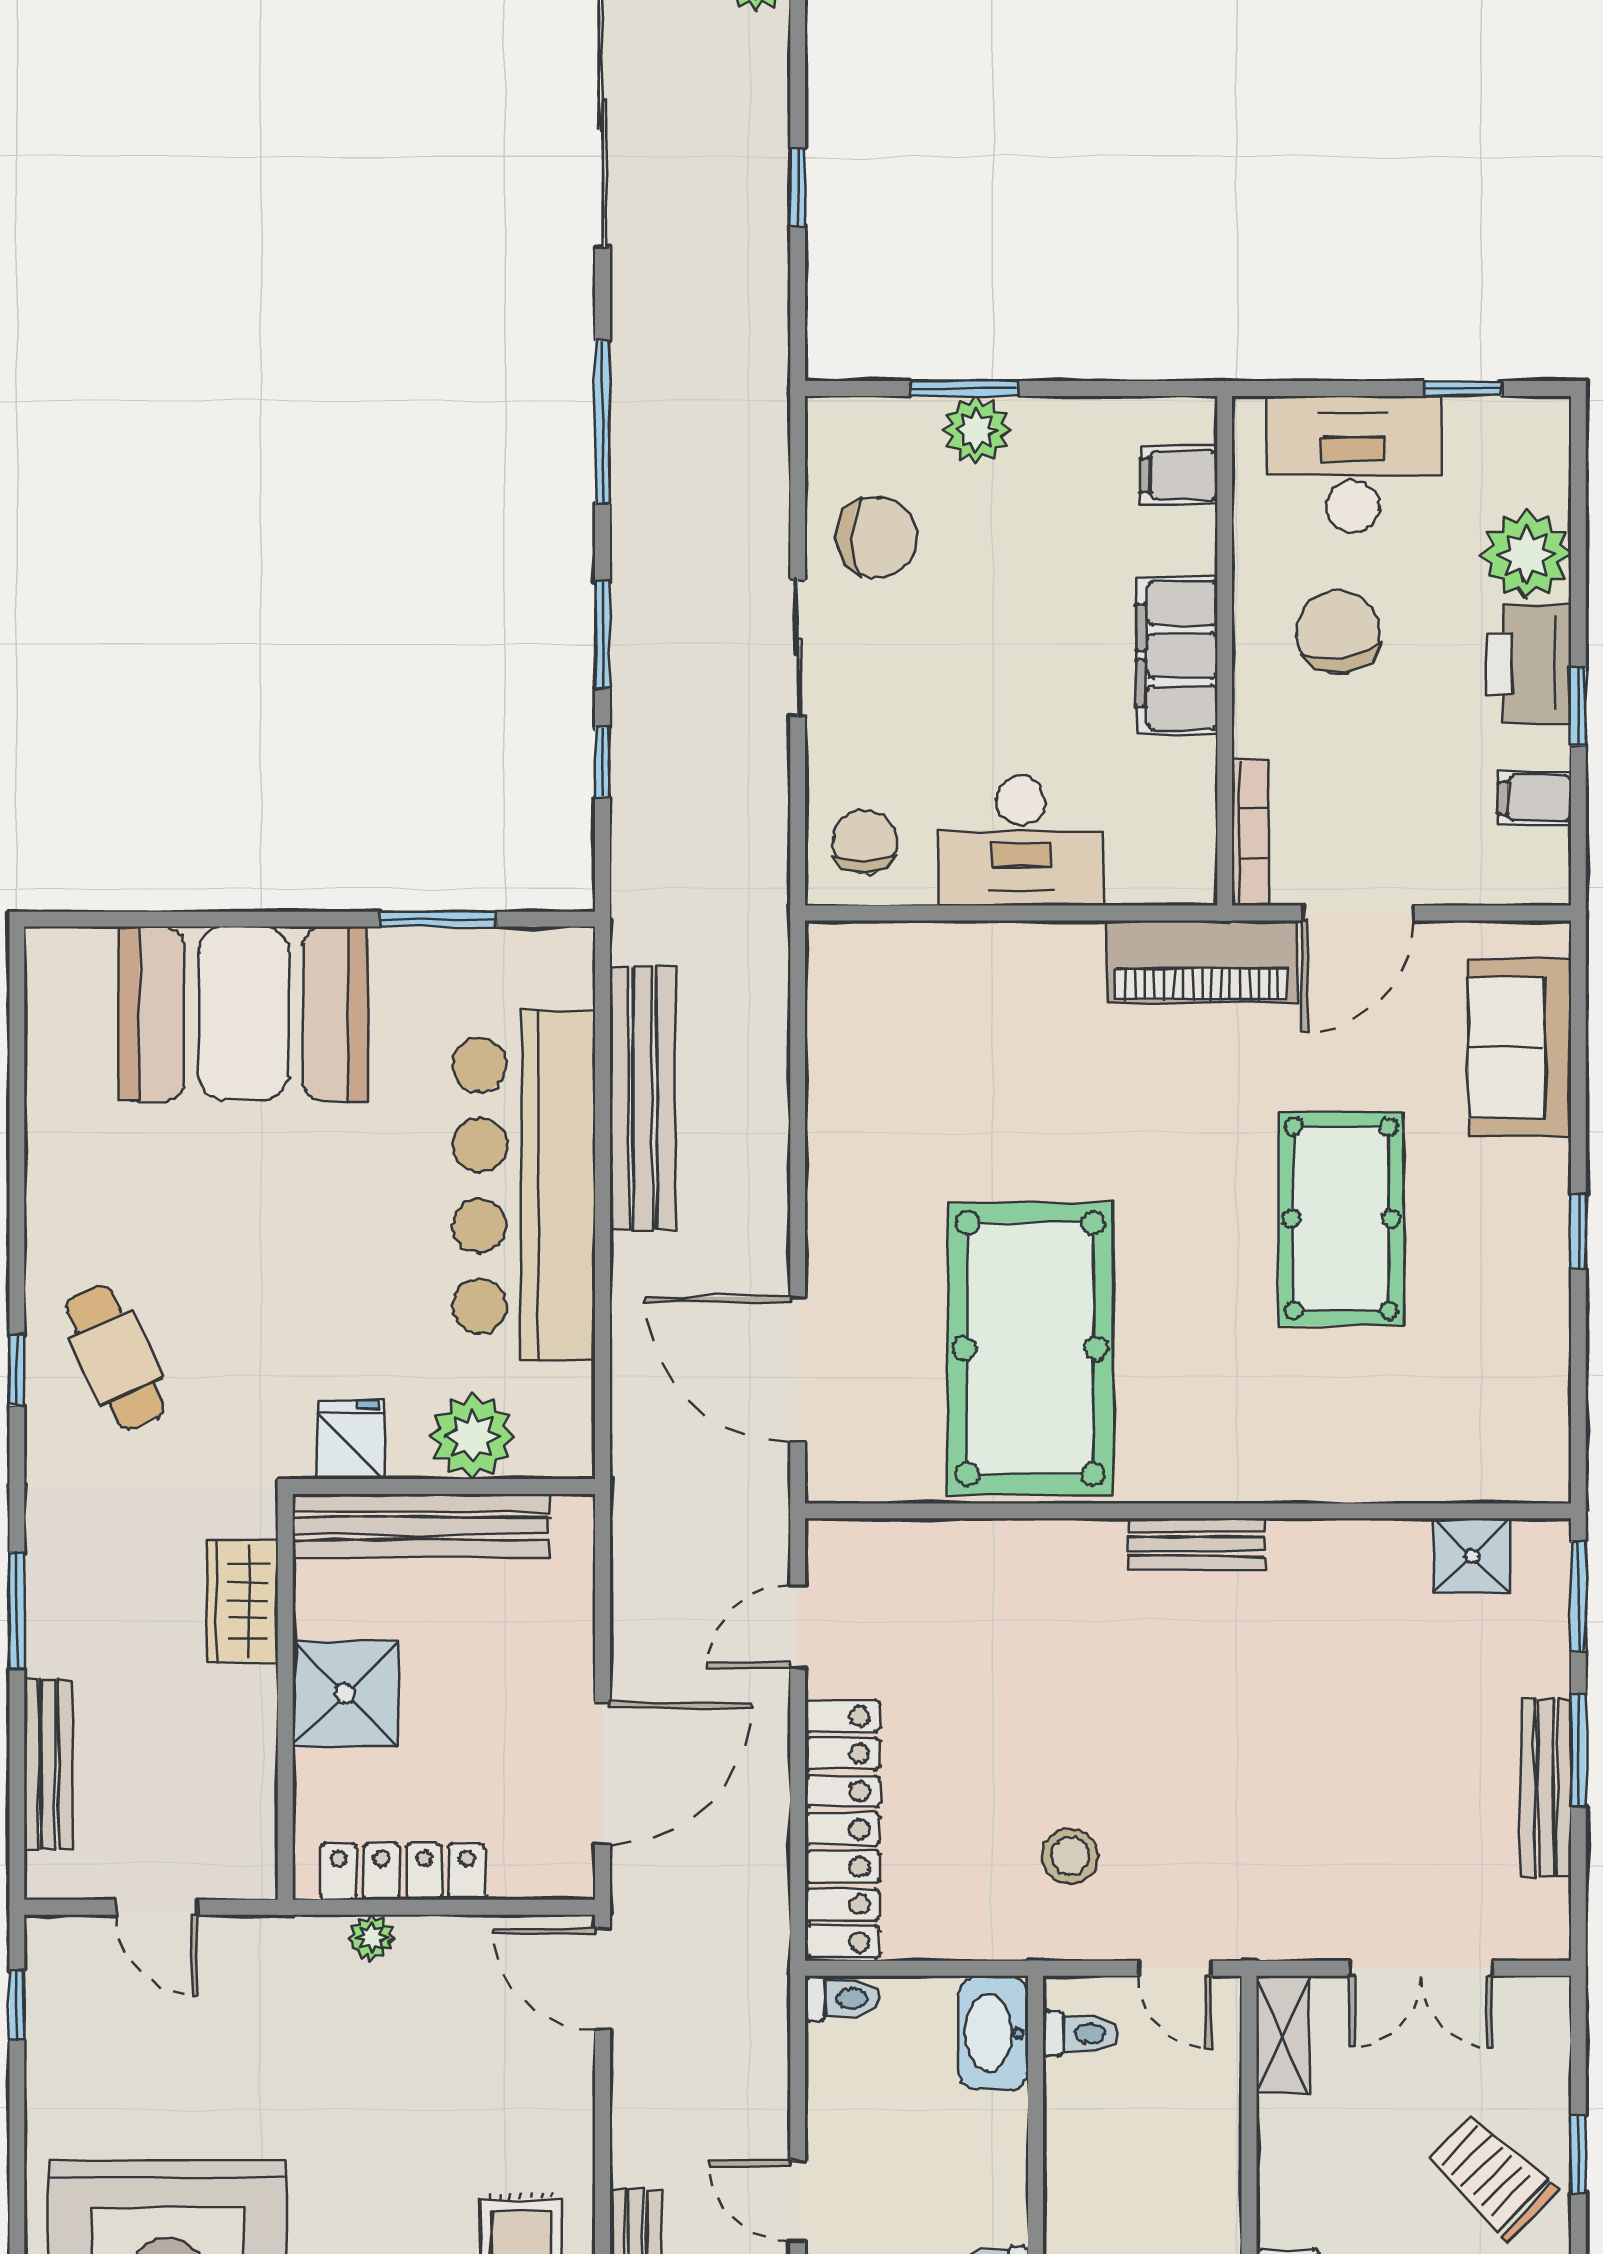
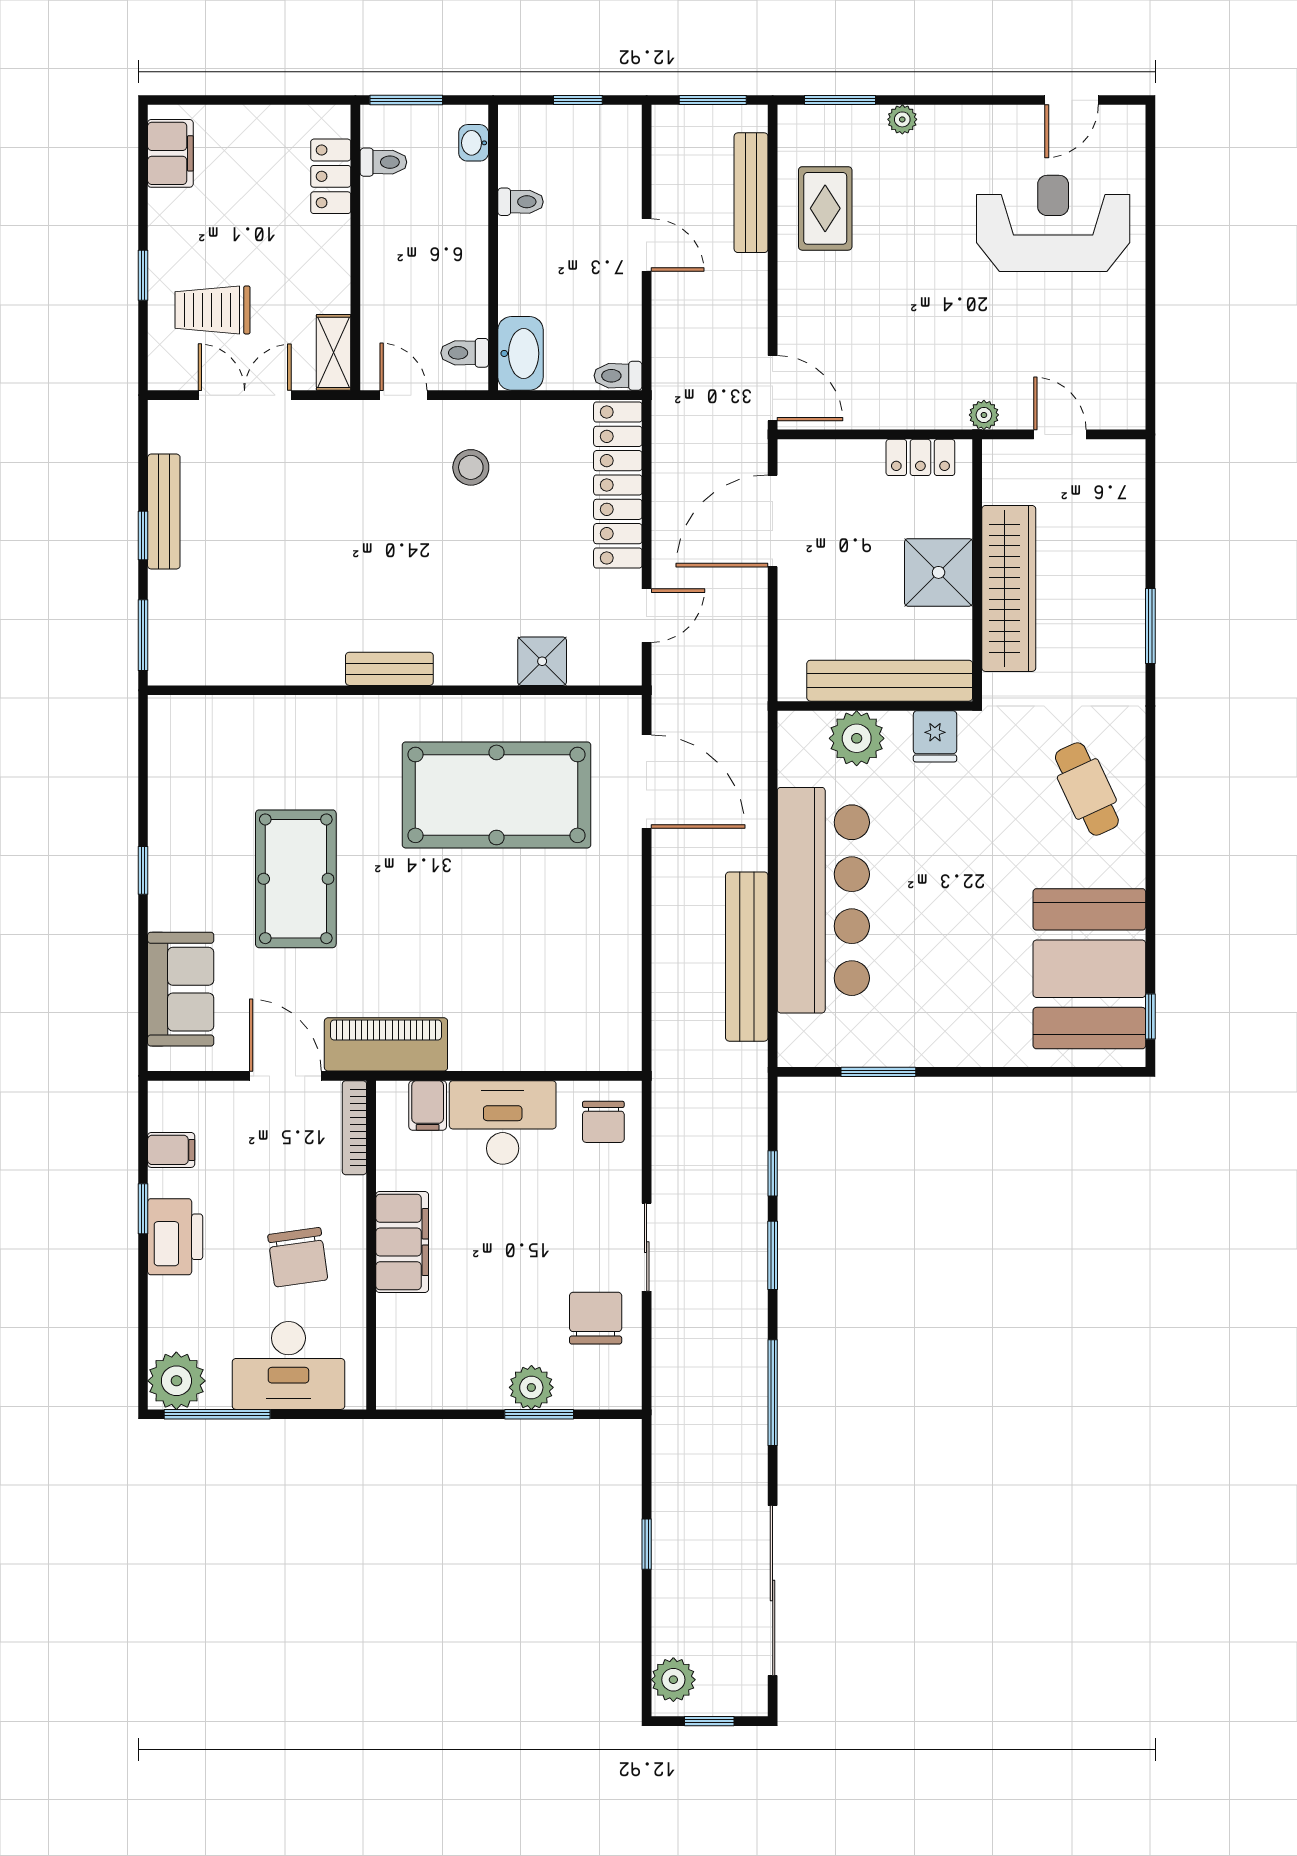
window: (1463, 388) -> (217, 1414), width x2.17
filing cabinet: (1179, 475) -> (428, 1105), moved, turned 90
chair: (877, 537) -> (596, 1318), turned 90
plant: (1526, 555) -> (176, 1381), moved
door: (1358, 913) -> (285, 1076), hinge flipped
booth: (243, 1014) -> (1089, 969), moved, turned 90
pool table: (1030, 1348) -> (497, 795), turned 90
window: (17, 1371) -> (1150, 1016), moved
shower: (1472, 1556) -> (542, 661), moved
wardrobe: (242, 1601) -> (1009, 588), width x2.10, depth x1.17
window: (1578, 1751) -> (143, 535), width x0.67
bench: (48, 1764) -> (1130, 527), removed
locker: (403, 1872) -> (920, 457), width x0.66
plant: (372, 1938) -> (984, 415), moved
window: (17, 2005) -> (1150, 371), removed
trolley: (1492, 2176) -> (213, 310), moved, turned 136

